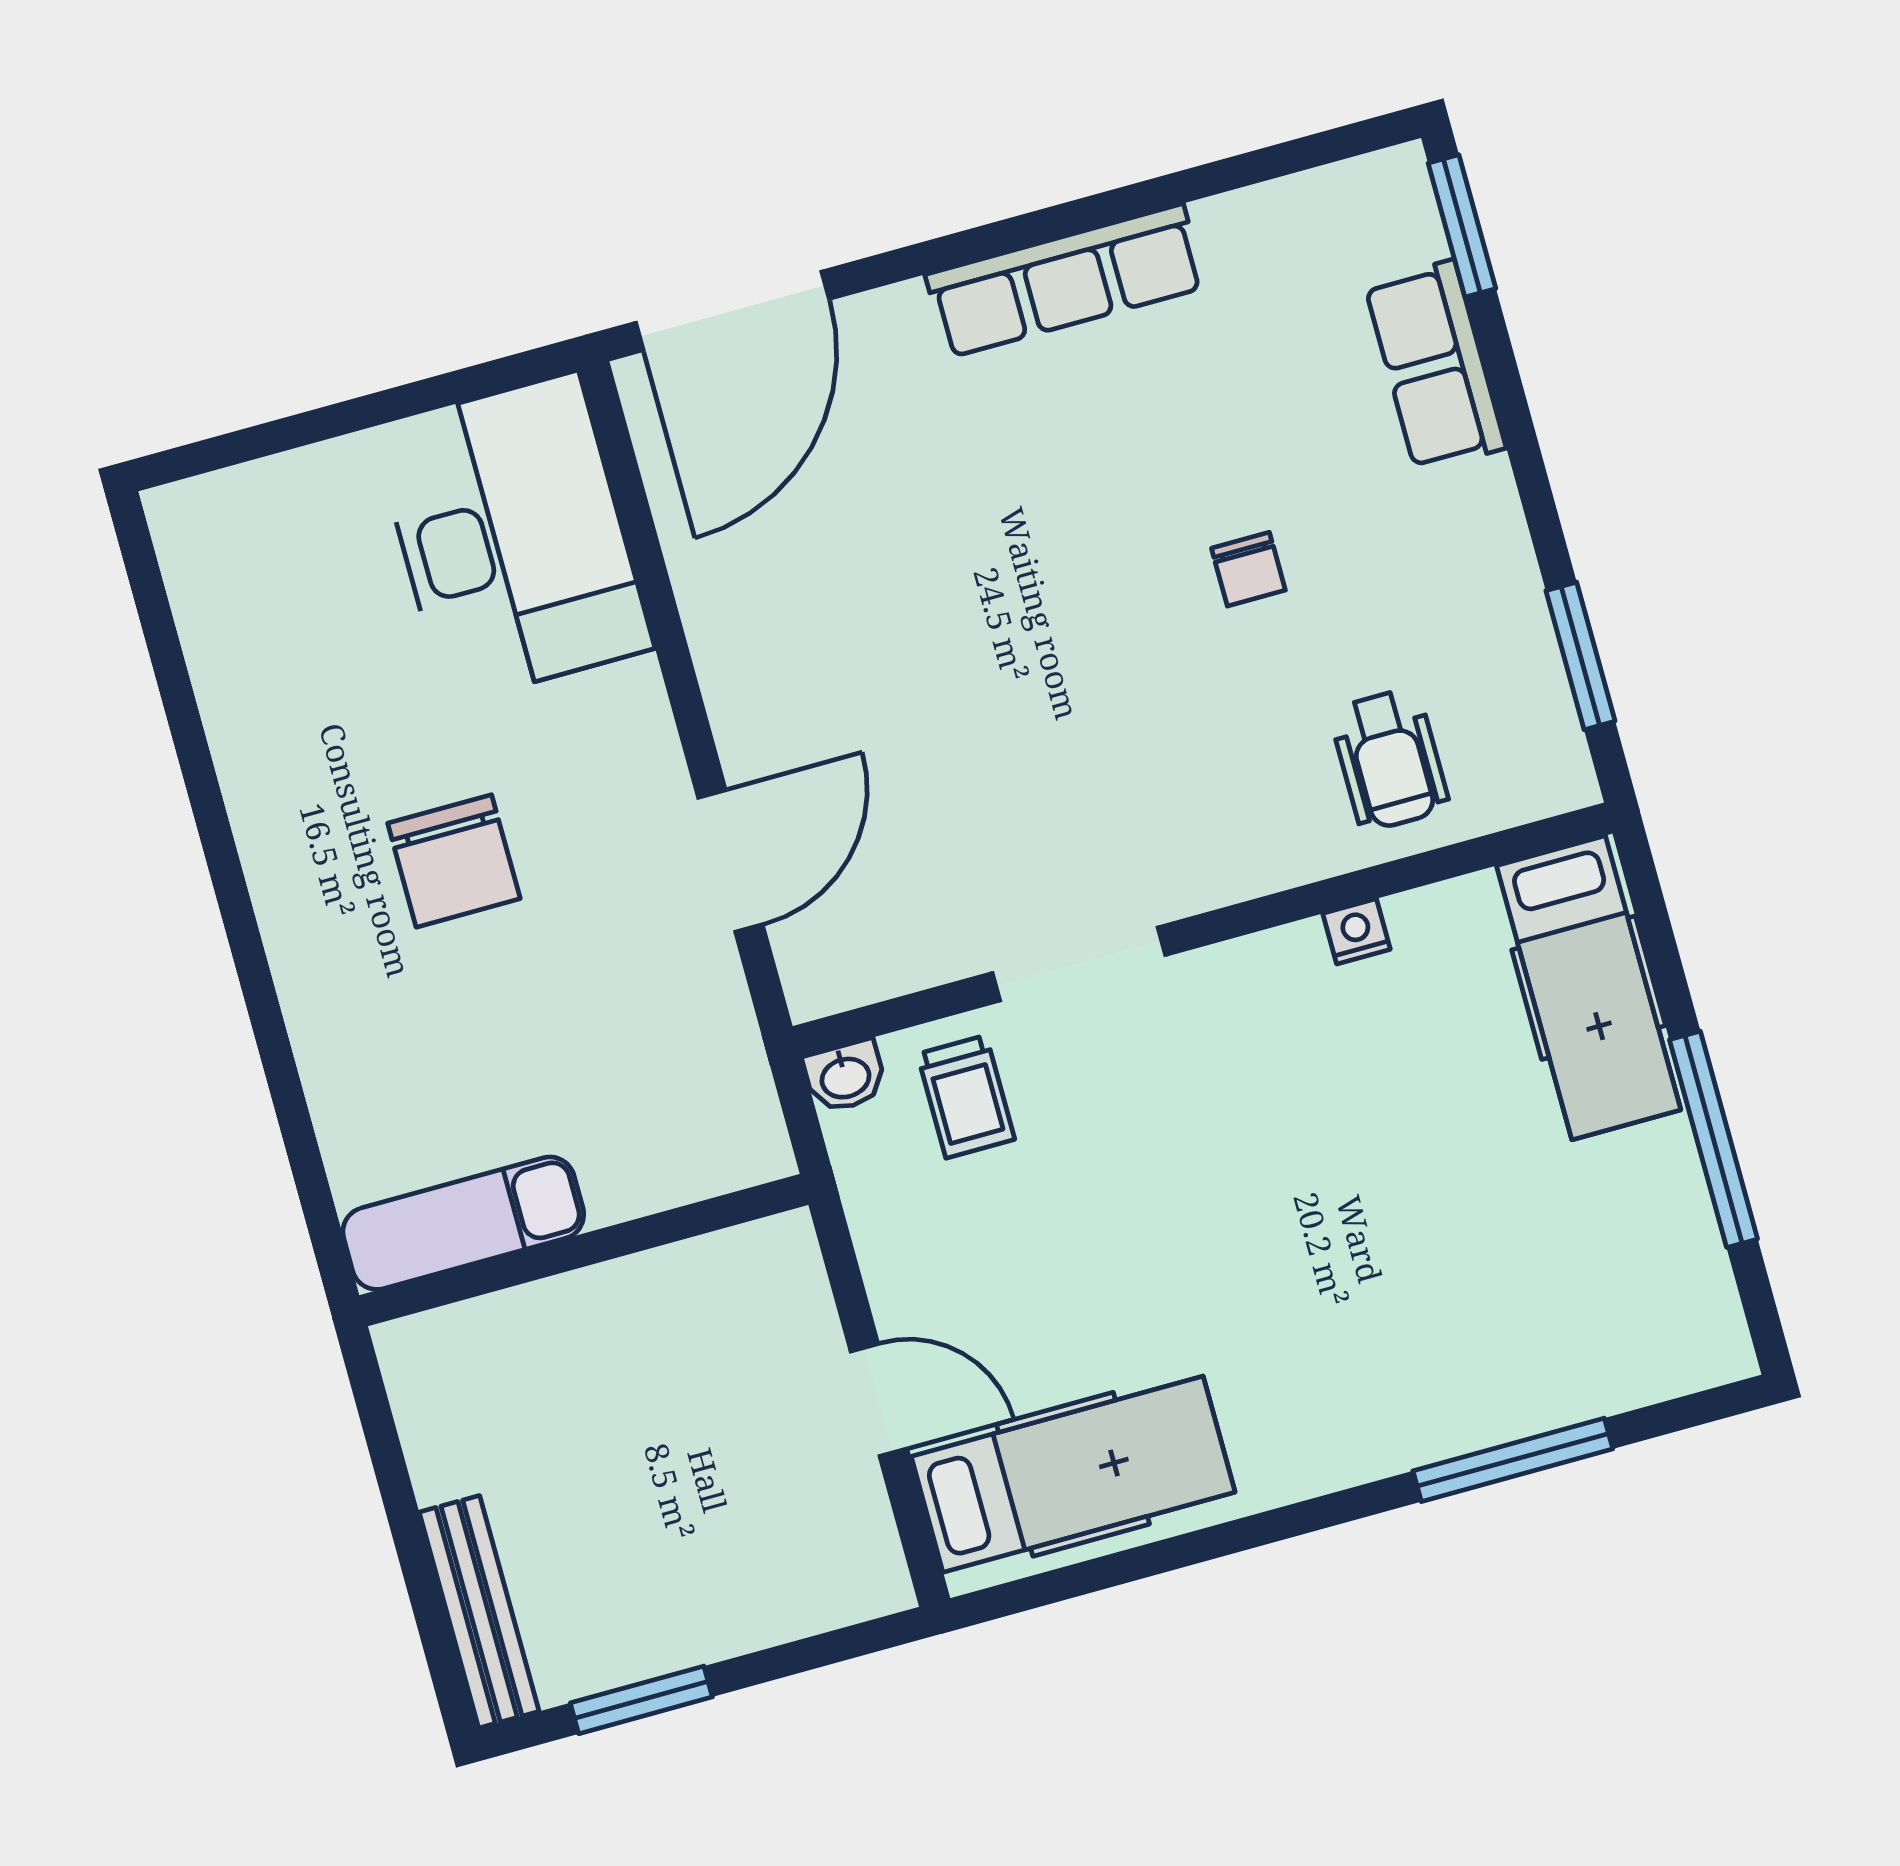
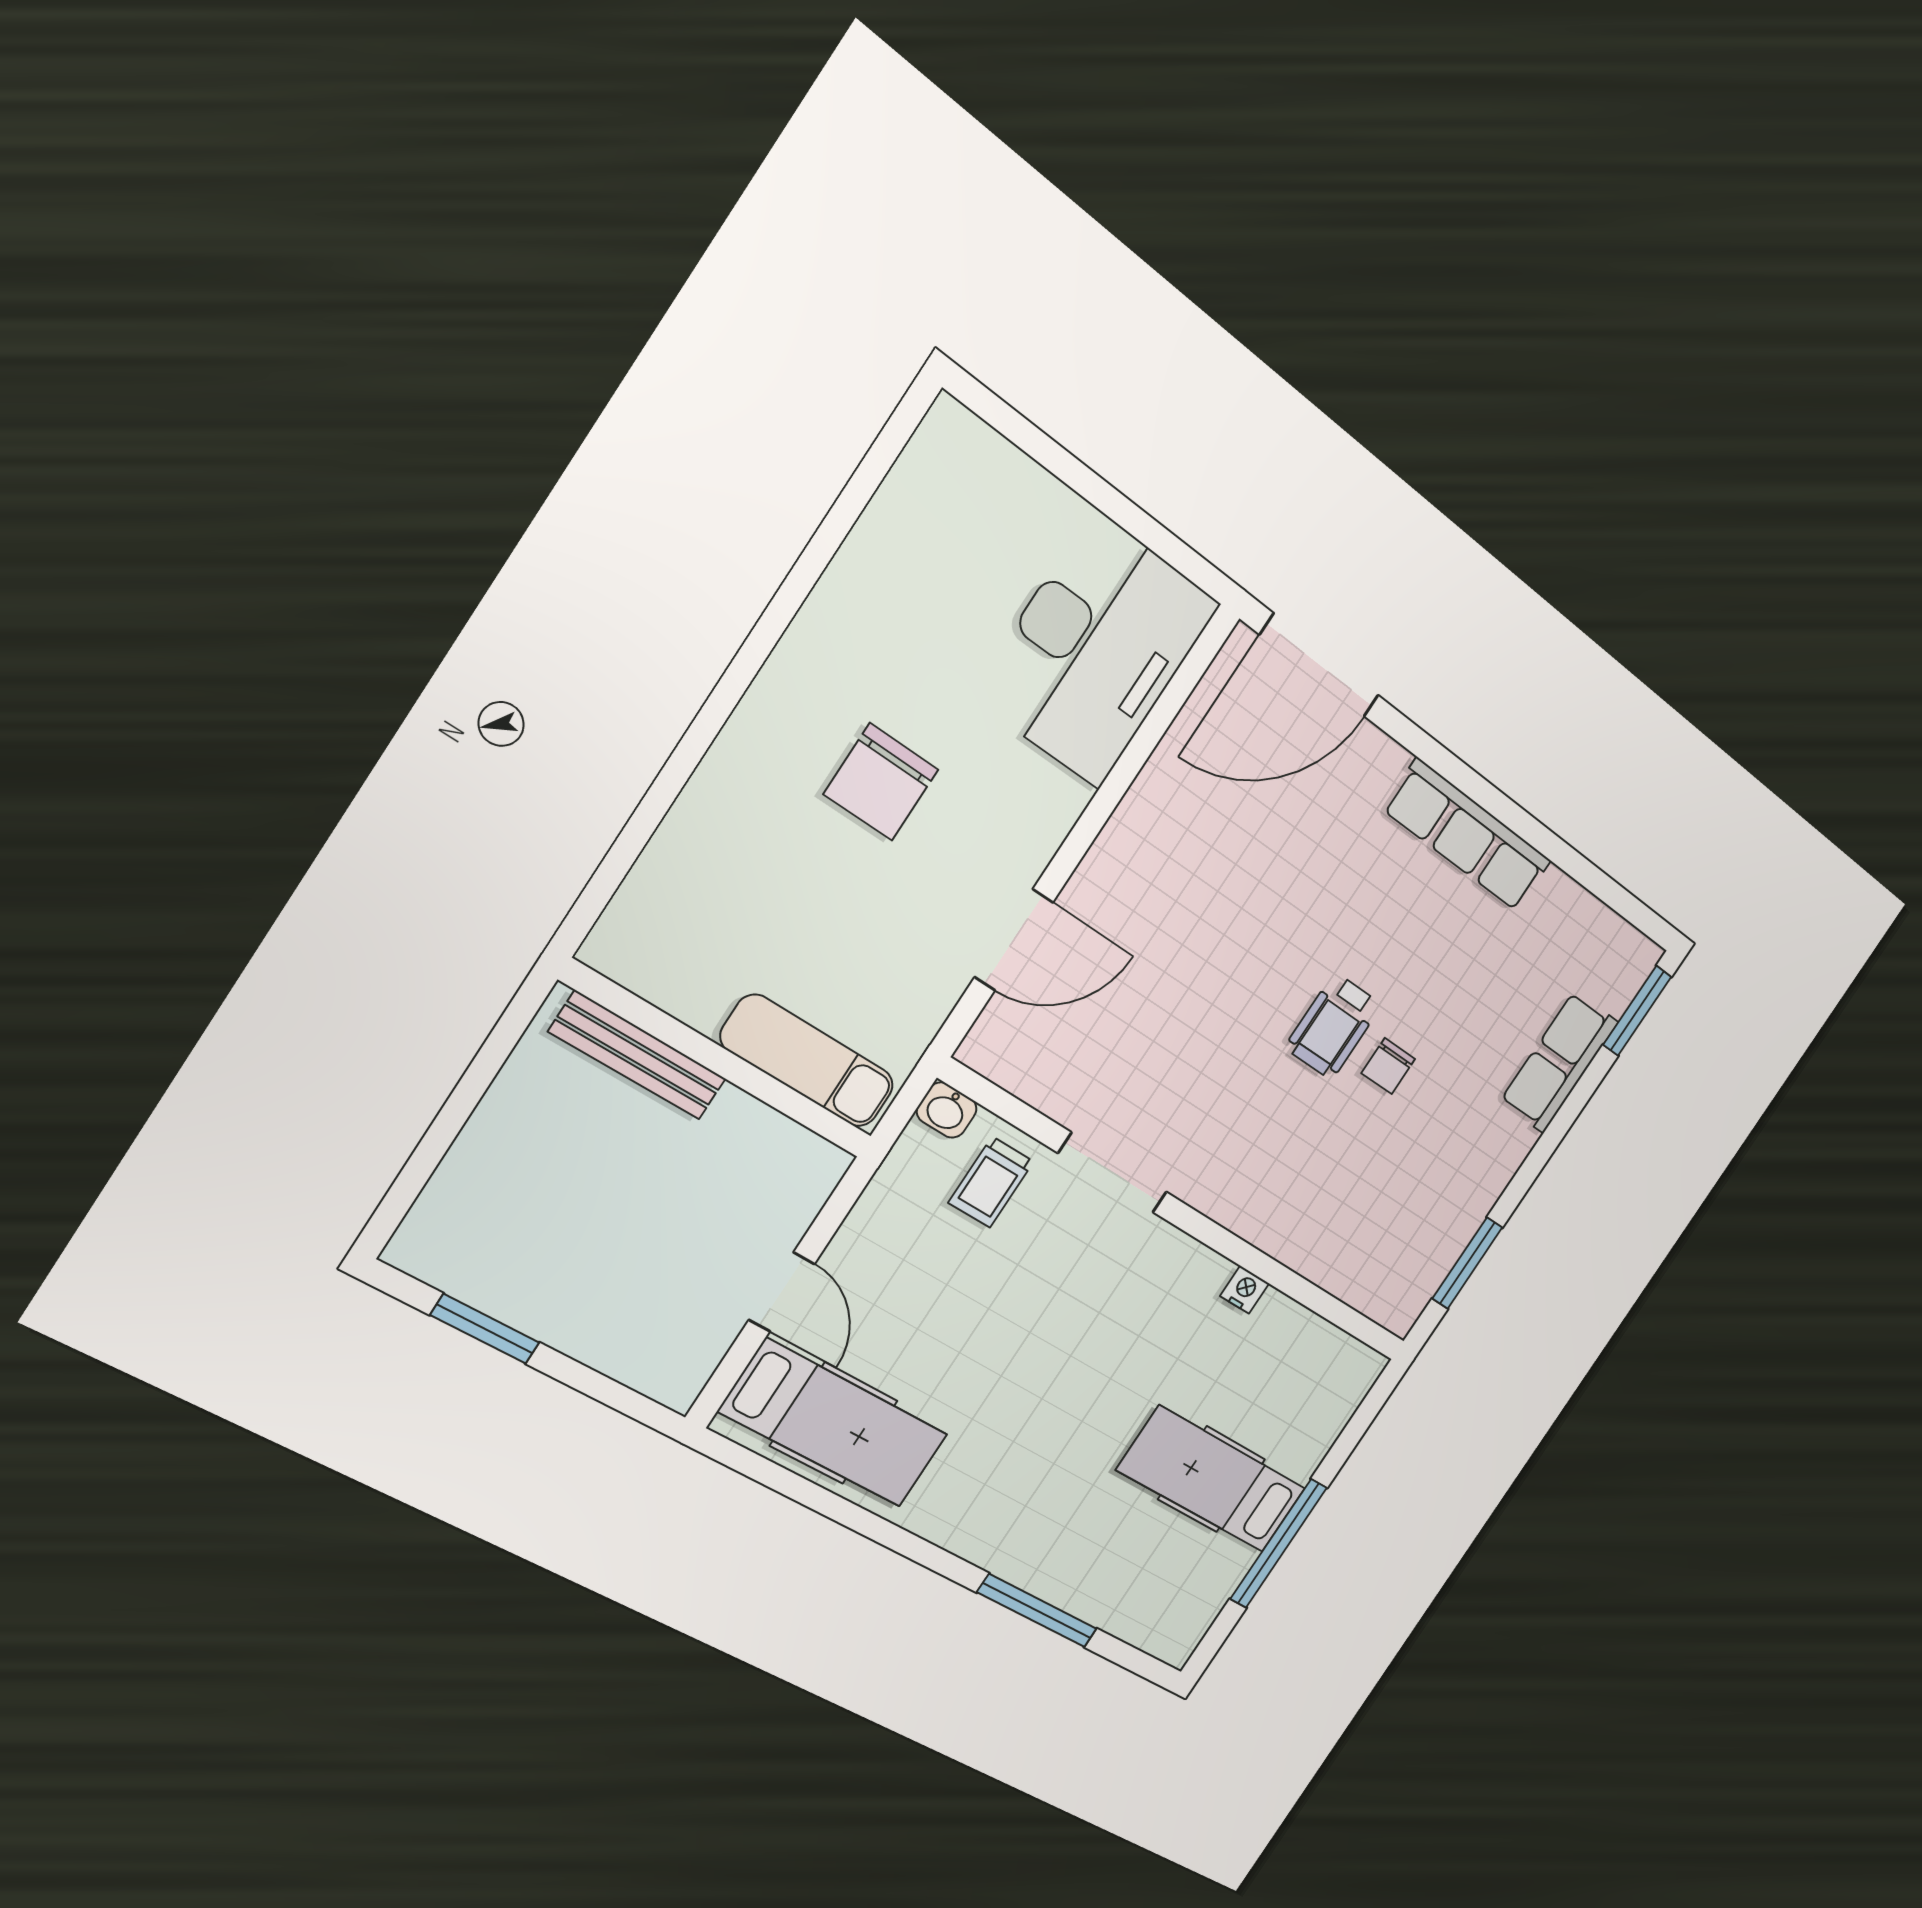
wheelchair: (1389, 759) -> (1333, 1026), moved
hospital bed: (1589, 988) -> (1212, 1479), moved, turned 90
exam couch: (463, 1223) -> (808, 1061), moved
bench: (479, 1612) -> (638, 1055), moved, turned 90

